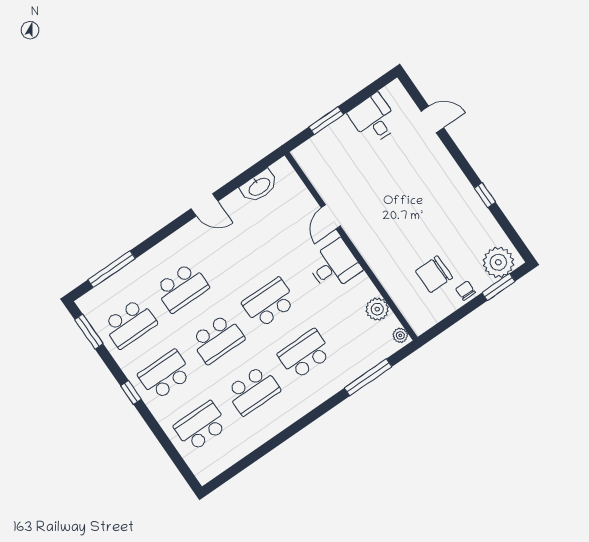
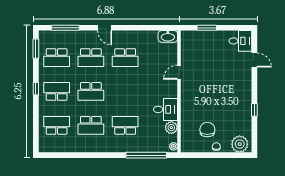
desk: (374, 119) -> (240, 41), moved, turned 90
washbasin: (259, 186) -> (168, 36), moved
door: (204, 205) -> (105, 28), moved
desk: (334, 266) -> (166, 109), moved
chair: (434, 274) -> (207, 130), turned 90
window: (499, 287) -> (232, 155), removed
school desk: (269, 303) -> (125, 58), moved, turned 180
window: (368, 377) -> (146, 155), width x1.46

